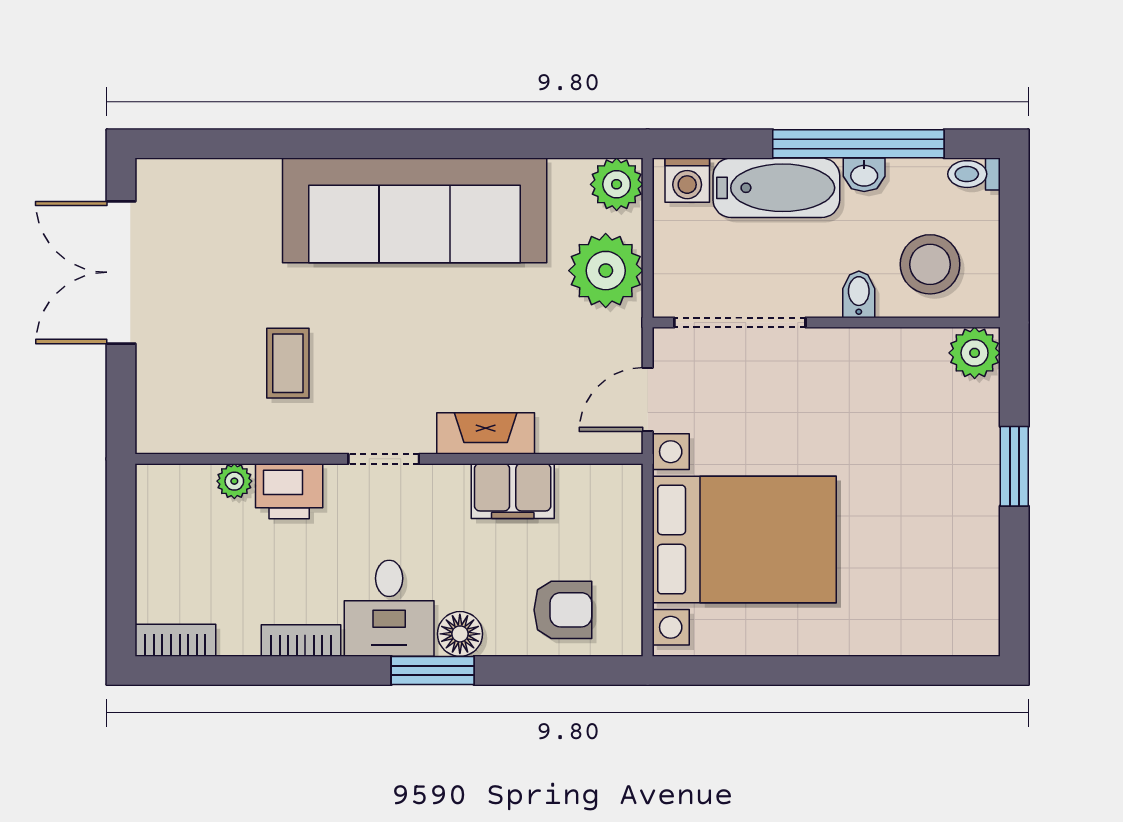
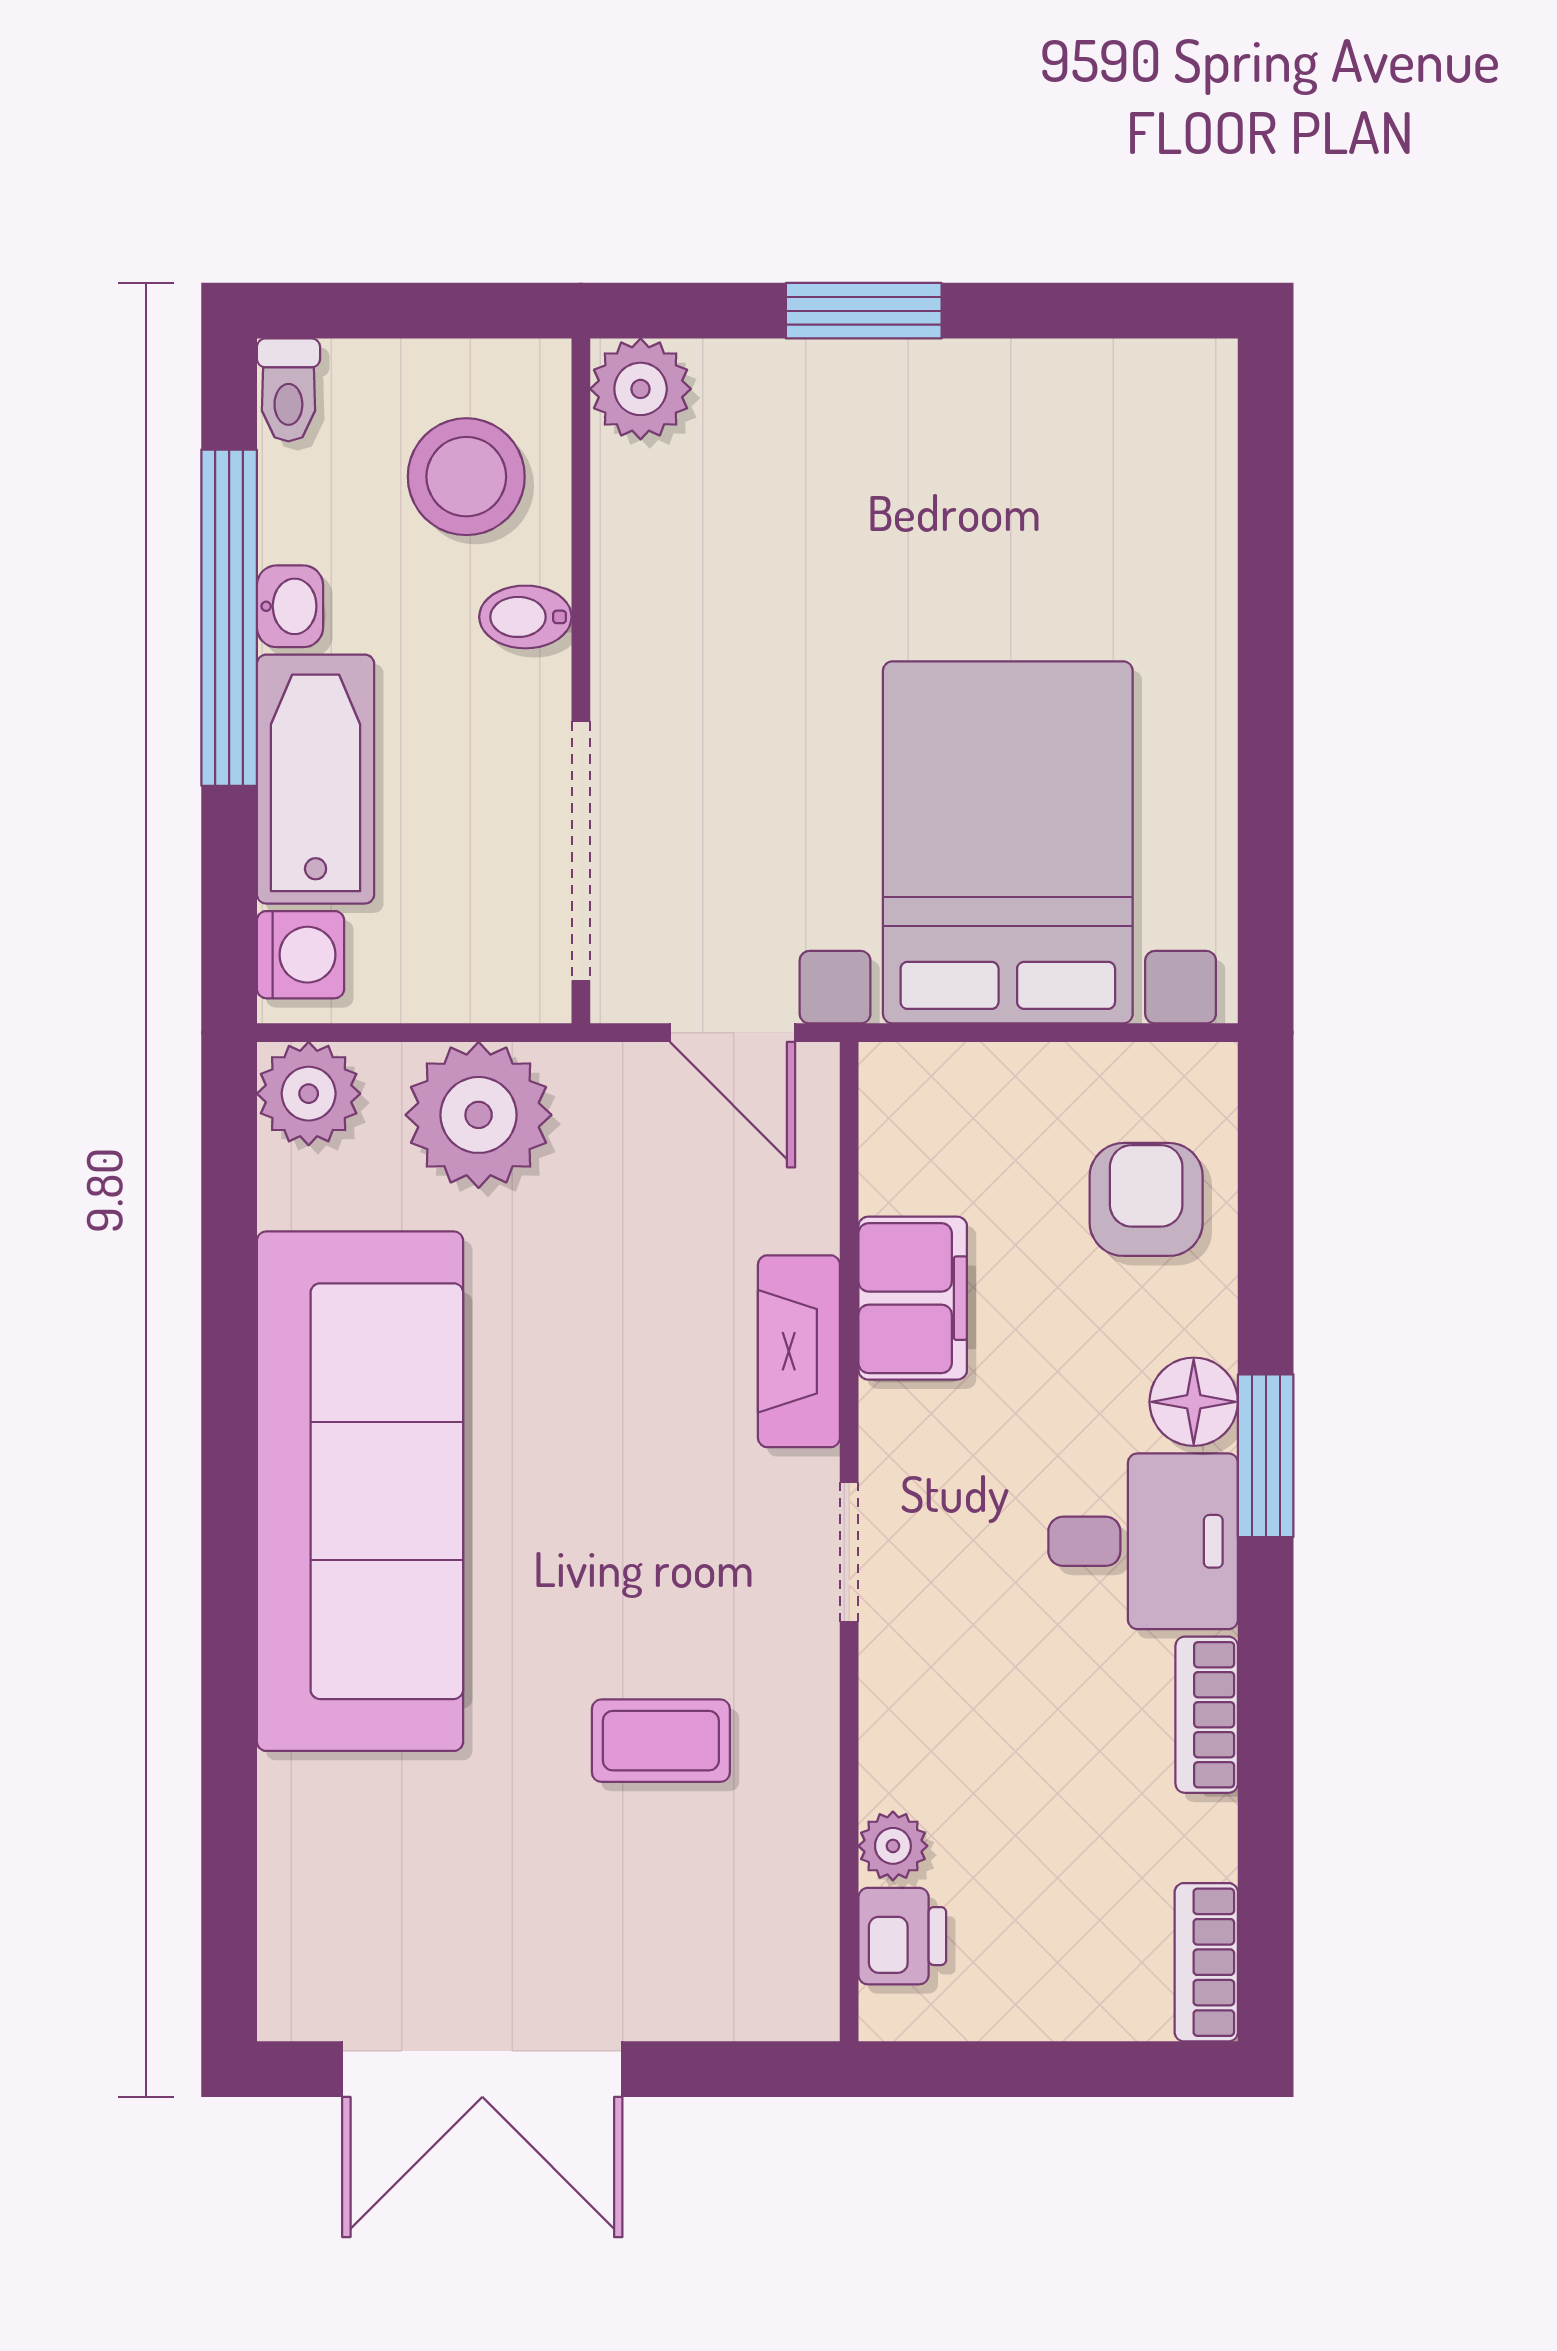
printer: (289, 491) -> (902, 1936), moved, width x0.73, depth x0.81

